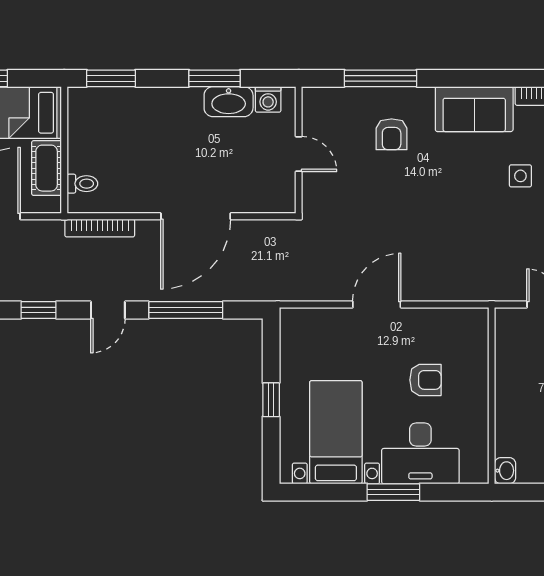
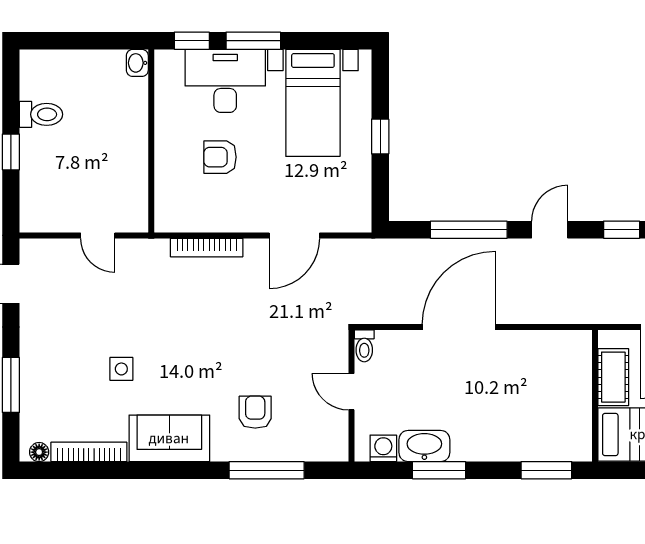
toilet: (82, 184) -> (364, 346), moved, turned -90
bookcase: (100, 228) -> (207, 248), moved, turned 180
door: (377, 304) -> (294, 235), moved
window: (453, 492) -> (192, 41), added

